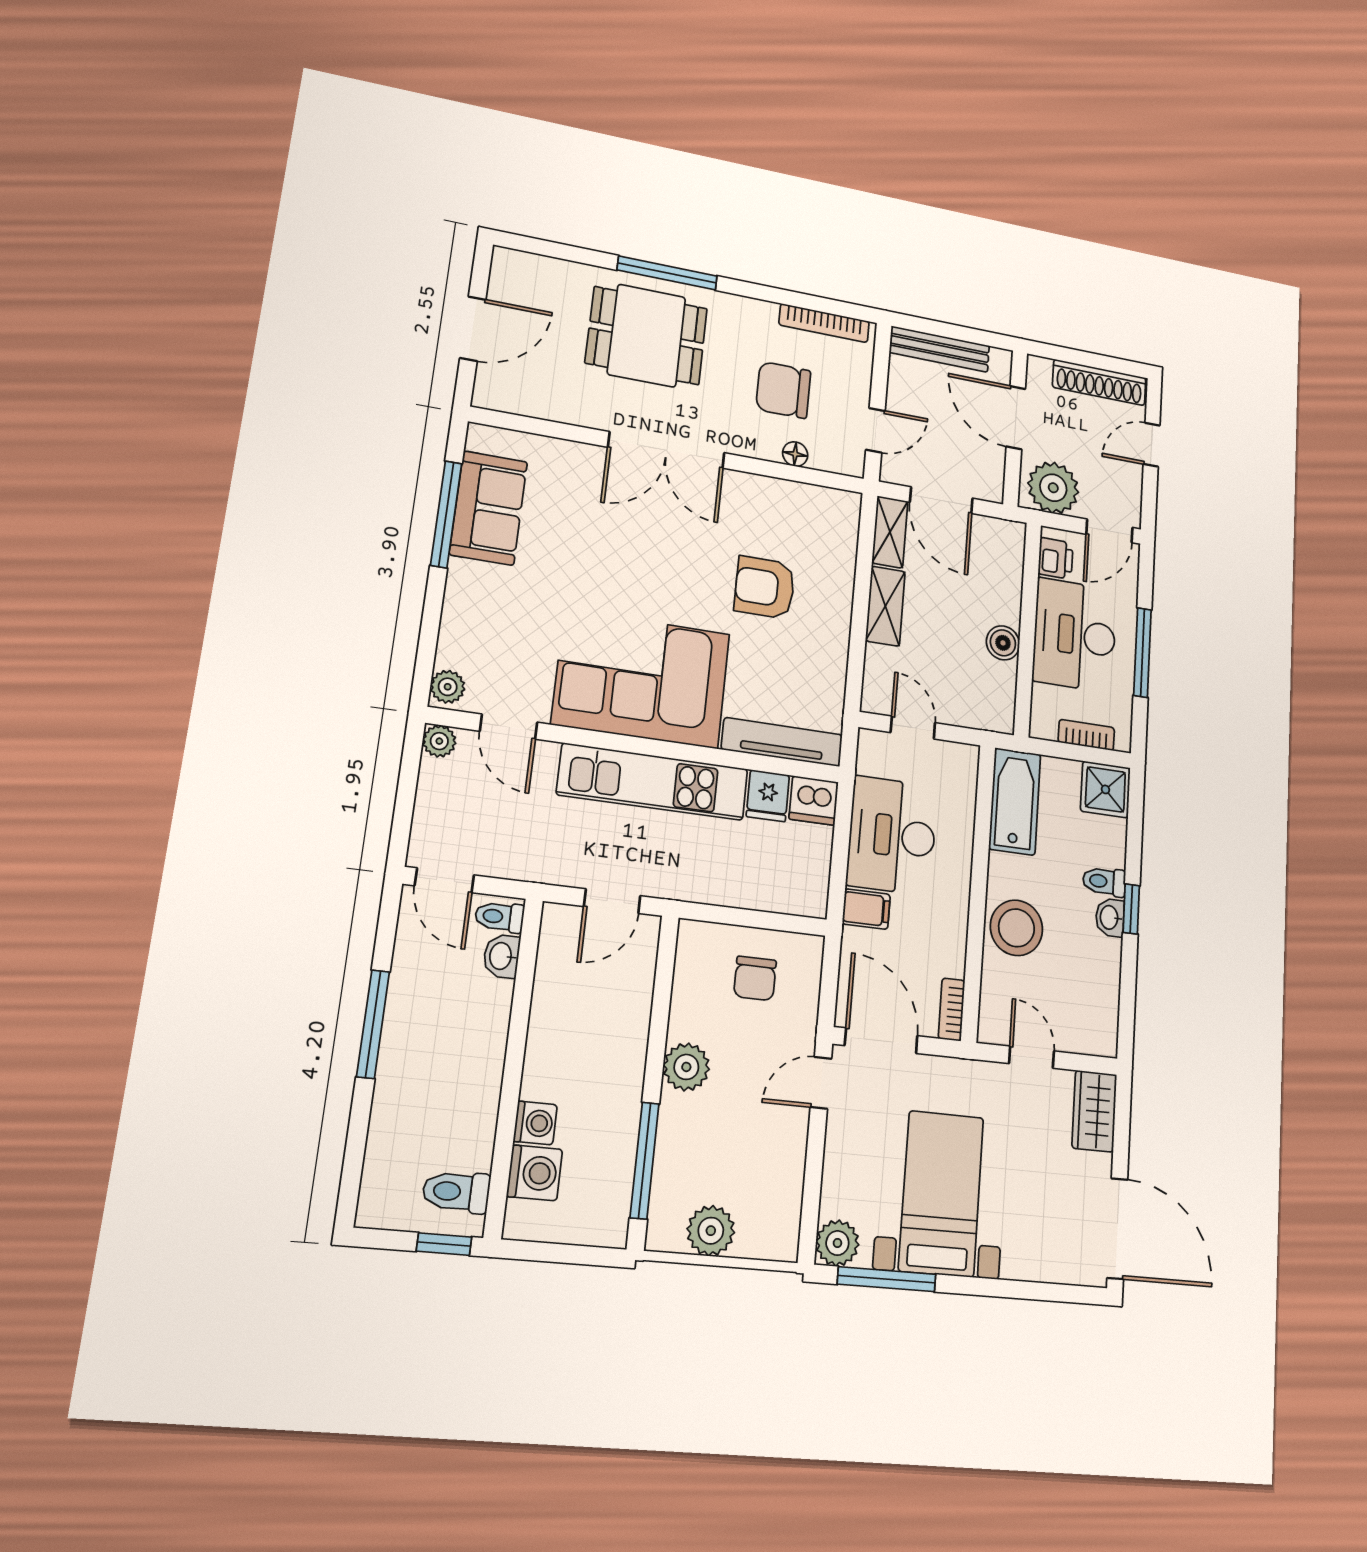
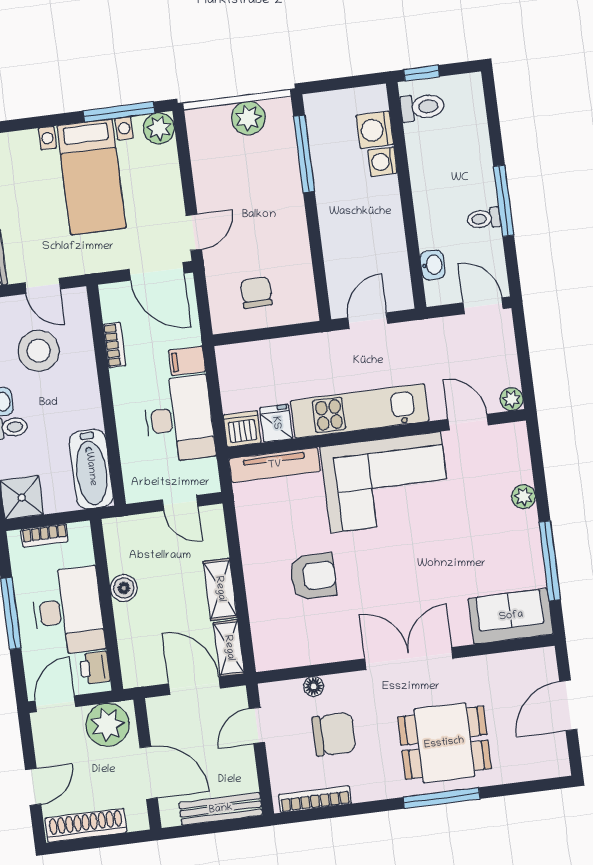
sofa: (489, 508) -> (511, 616), moved, turned 90
plant: (448, 687) -> (524, 497), moved
toilet: (500, 917) -> (484, 219), moved, turned 180
stool: (1016, 928) -> (39, 351), moved
bookcase: (952, 1010) -> (114, 345), moved
plant: (686, 1067) -> (290, 221), removed

